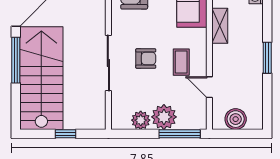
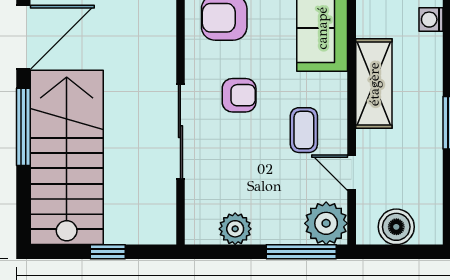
shelving: (220, 26) -> (374, 84), width x1.50, depth x1.33
armchair: (146, 59) -> (239, 95), moved
plant: (164, 117) -> (326, 223), moved

